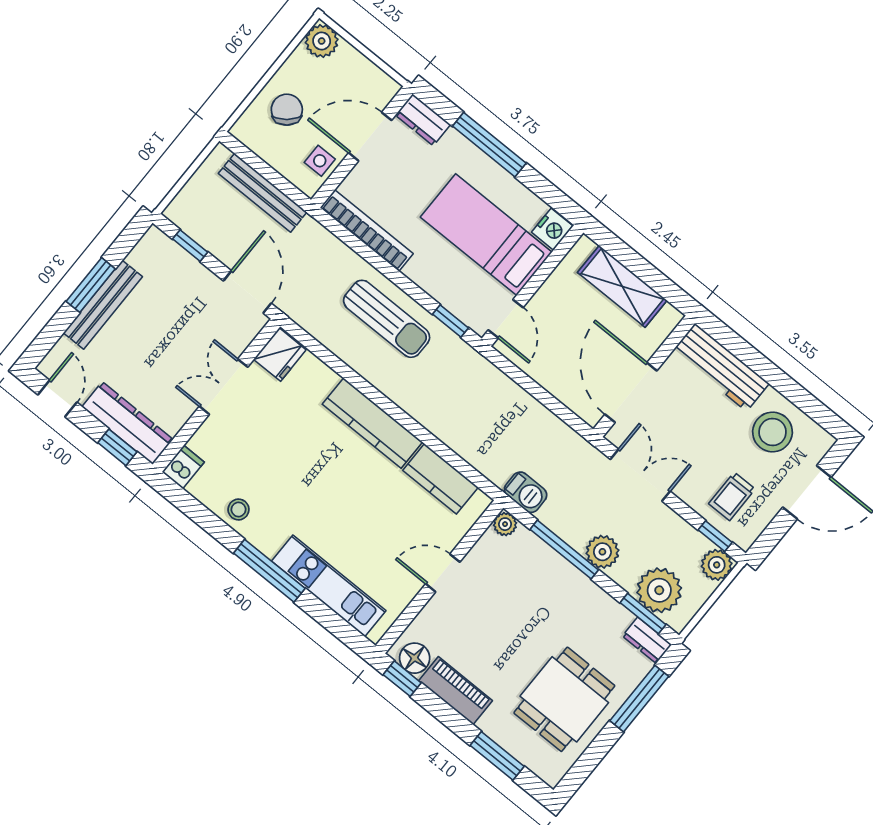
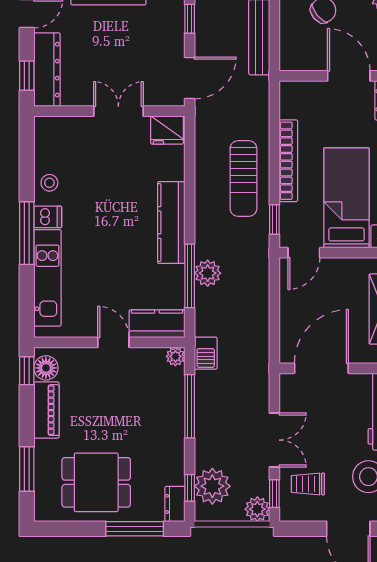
side table: (320, 161) -> (308, 57), removed
bookcase: (367, 231) -> (288, 161), moved
window: (438, 447) -> (190, 276), added
dishwasher: (183, 467) -> (48, 217), moved
double door: (640, 475) -> (274, 440), moved
kitchen counter: (440, 479) -> (157, 324), moved, turned 90
plant: (602, 552) -> (208, 273), moved
window: (643, 614) -> (190, 488), width x0.67

